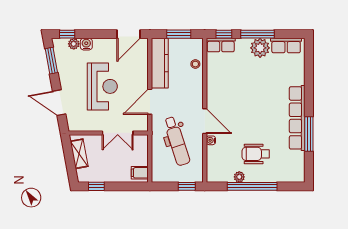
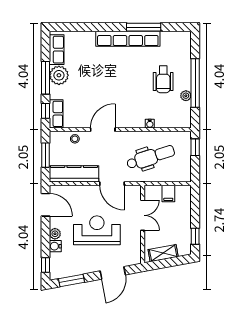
plant: (74, 44) -> (55, 234), moved
door: (205, 121) -> (103, 130), moved
filing cabinet: (140, 173) -> (168, 194), moved

